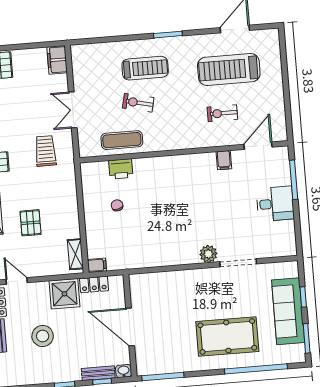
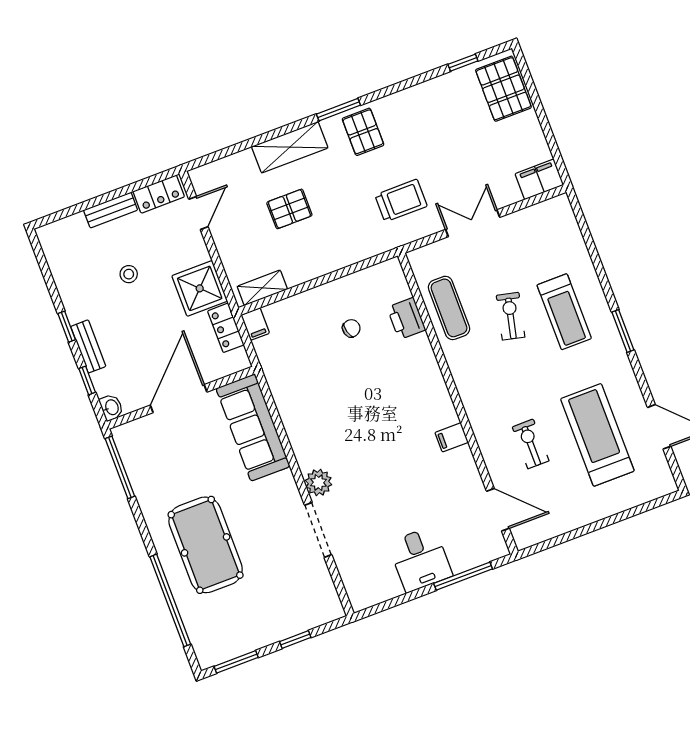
filing cabinet: (224, 160) -> (452, 437), moved
sofa: (288, 311) -> (253, 427), moved, turned -90
stool: (43, 336) -> (129, 274), width x0.53, depth x0.53
bench: (98, 373) -> (88, 346), moved

